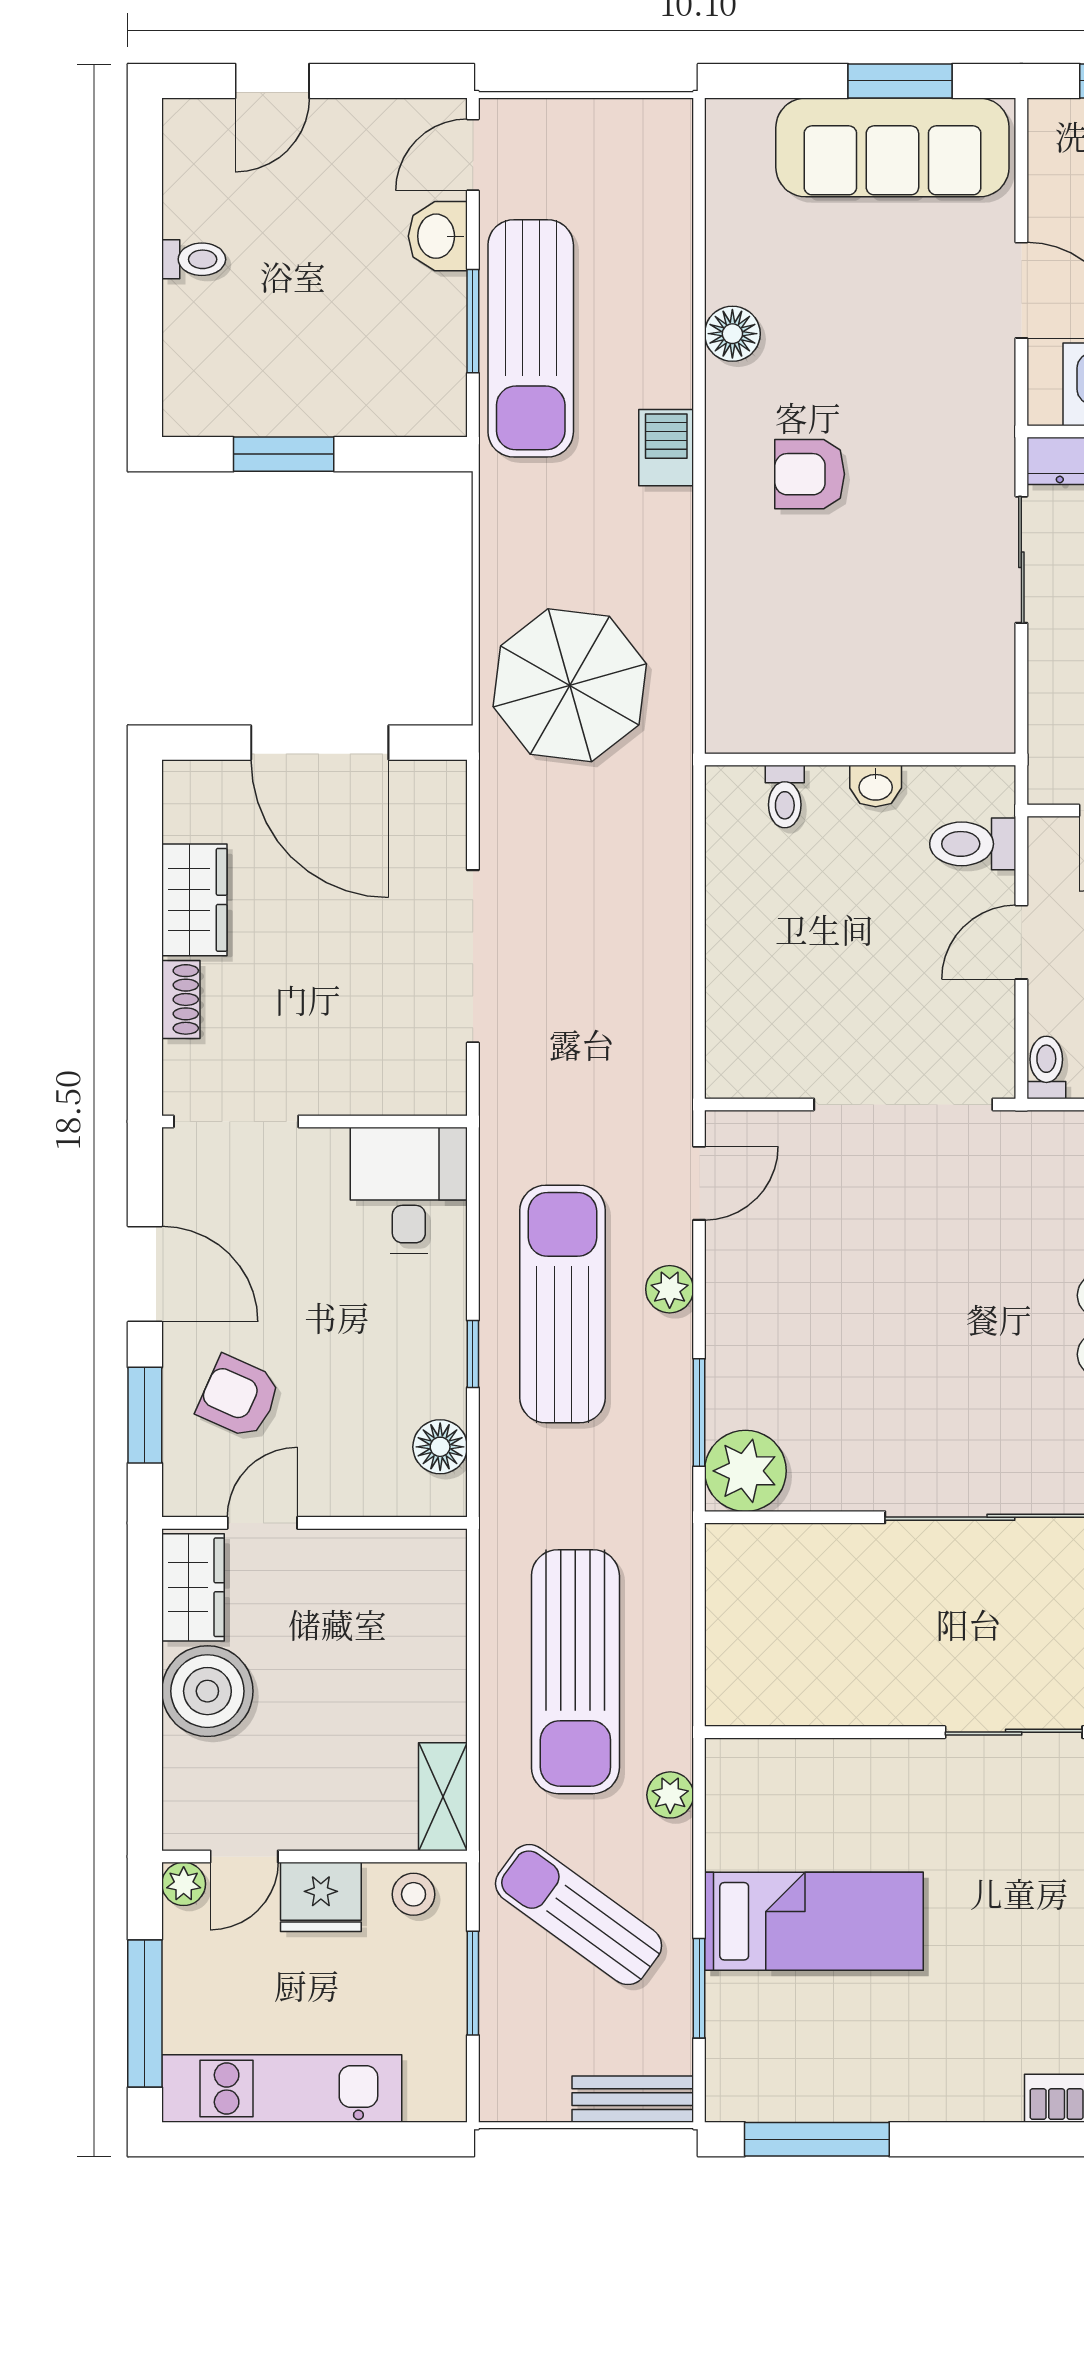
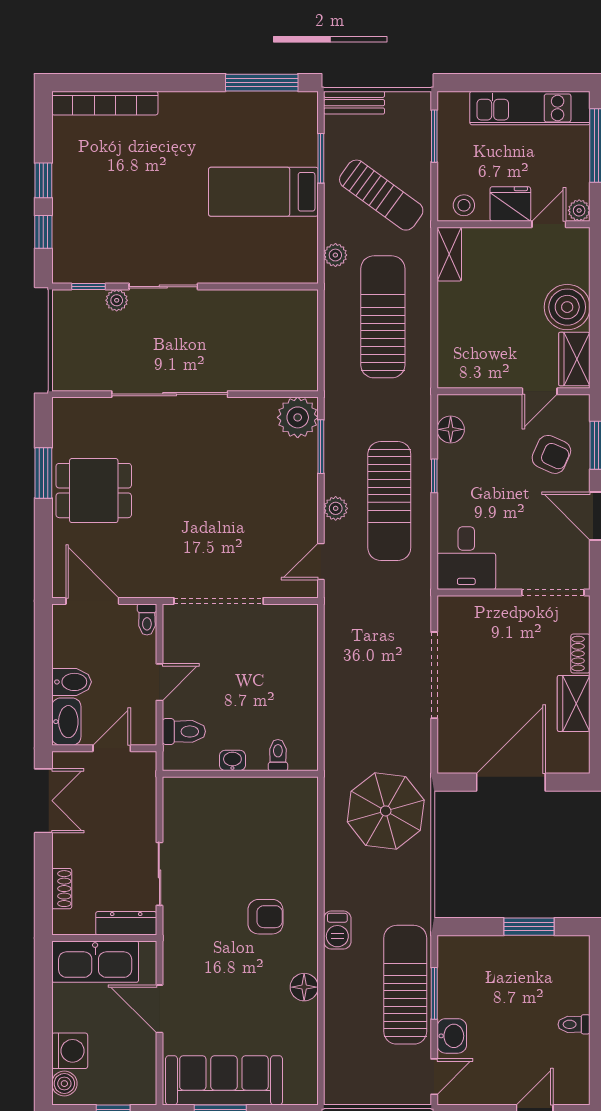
door: (320, 743) -> (511, 782), hinge flipped
window: (473, 1983) -> (434, 136), moved

